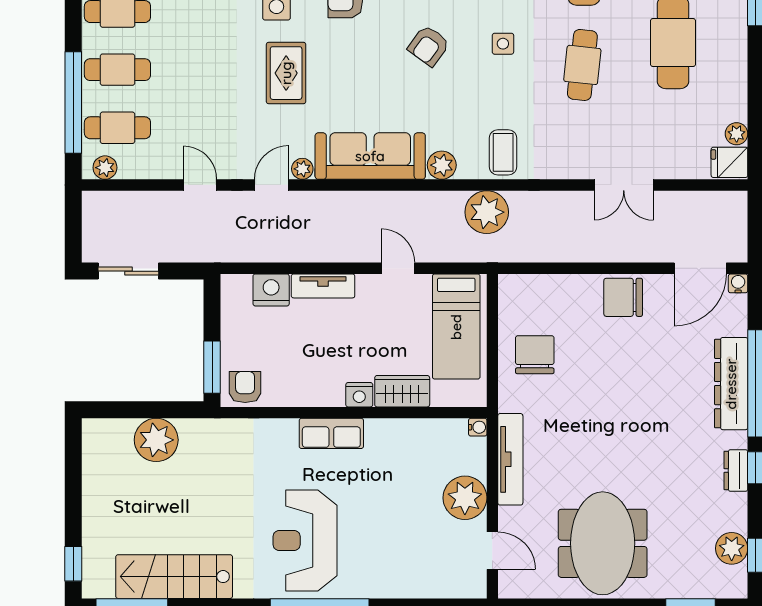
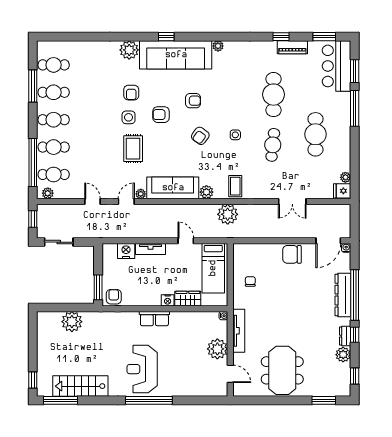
window: (73, 222) -> (33, 219), added
chair: (535, 355) -> (250, 281), width x0.54, depth x0.54
plant: (732, 548) -> (343, 355), moved

